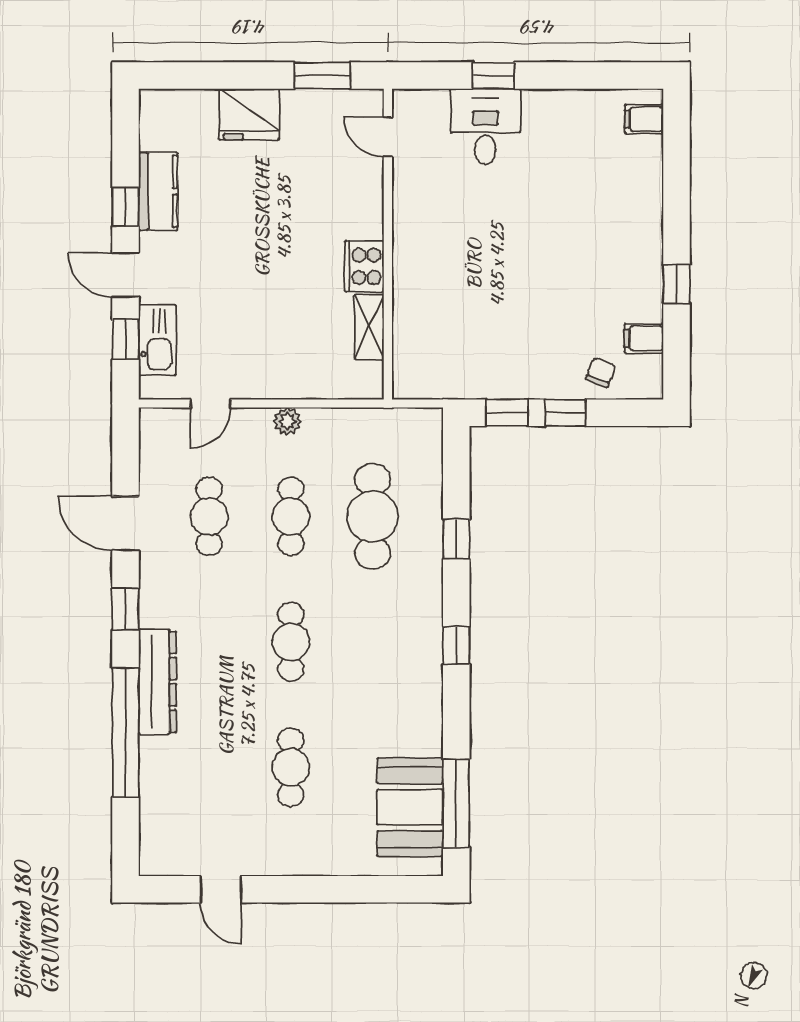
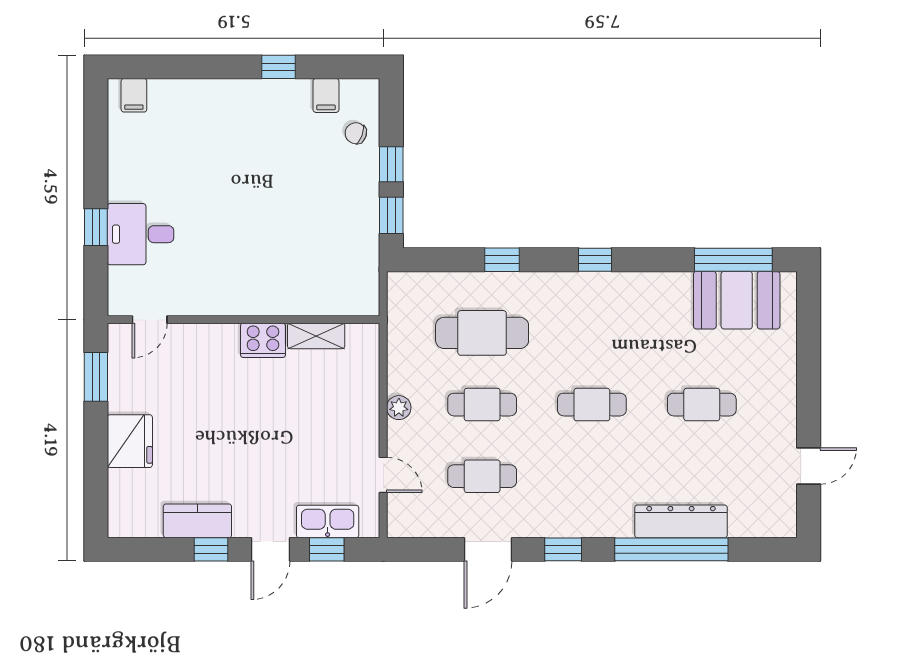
dresser: (157, 682) -> (681, 521), moved

